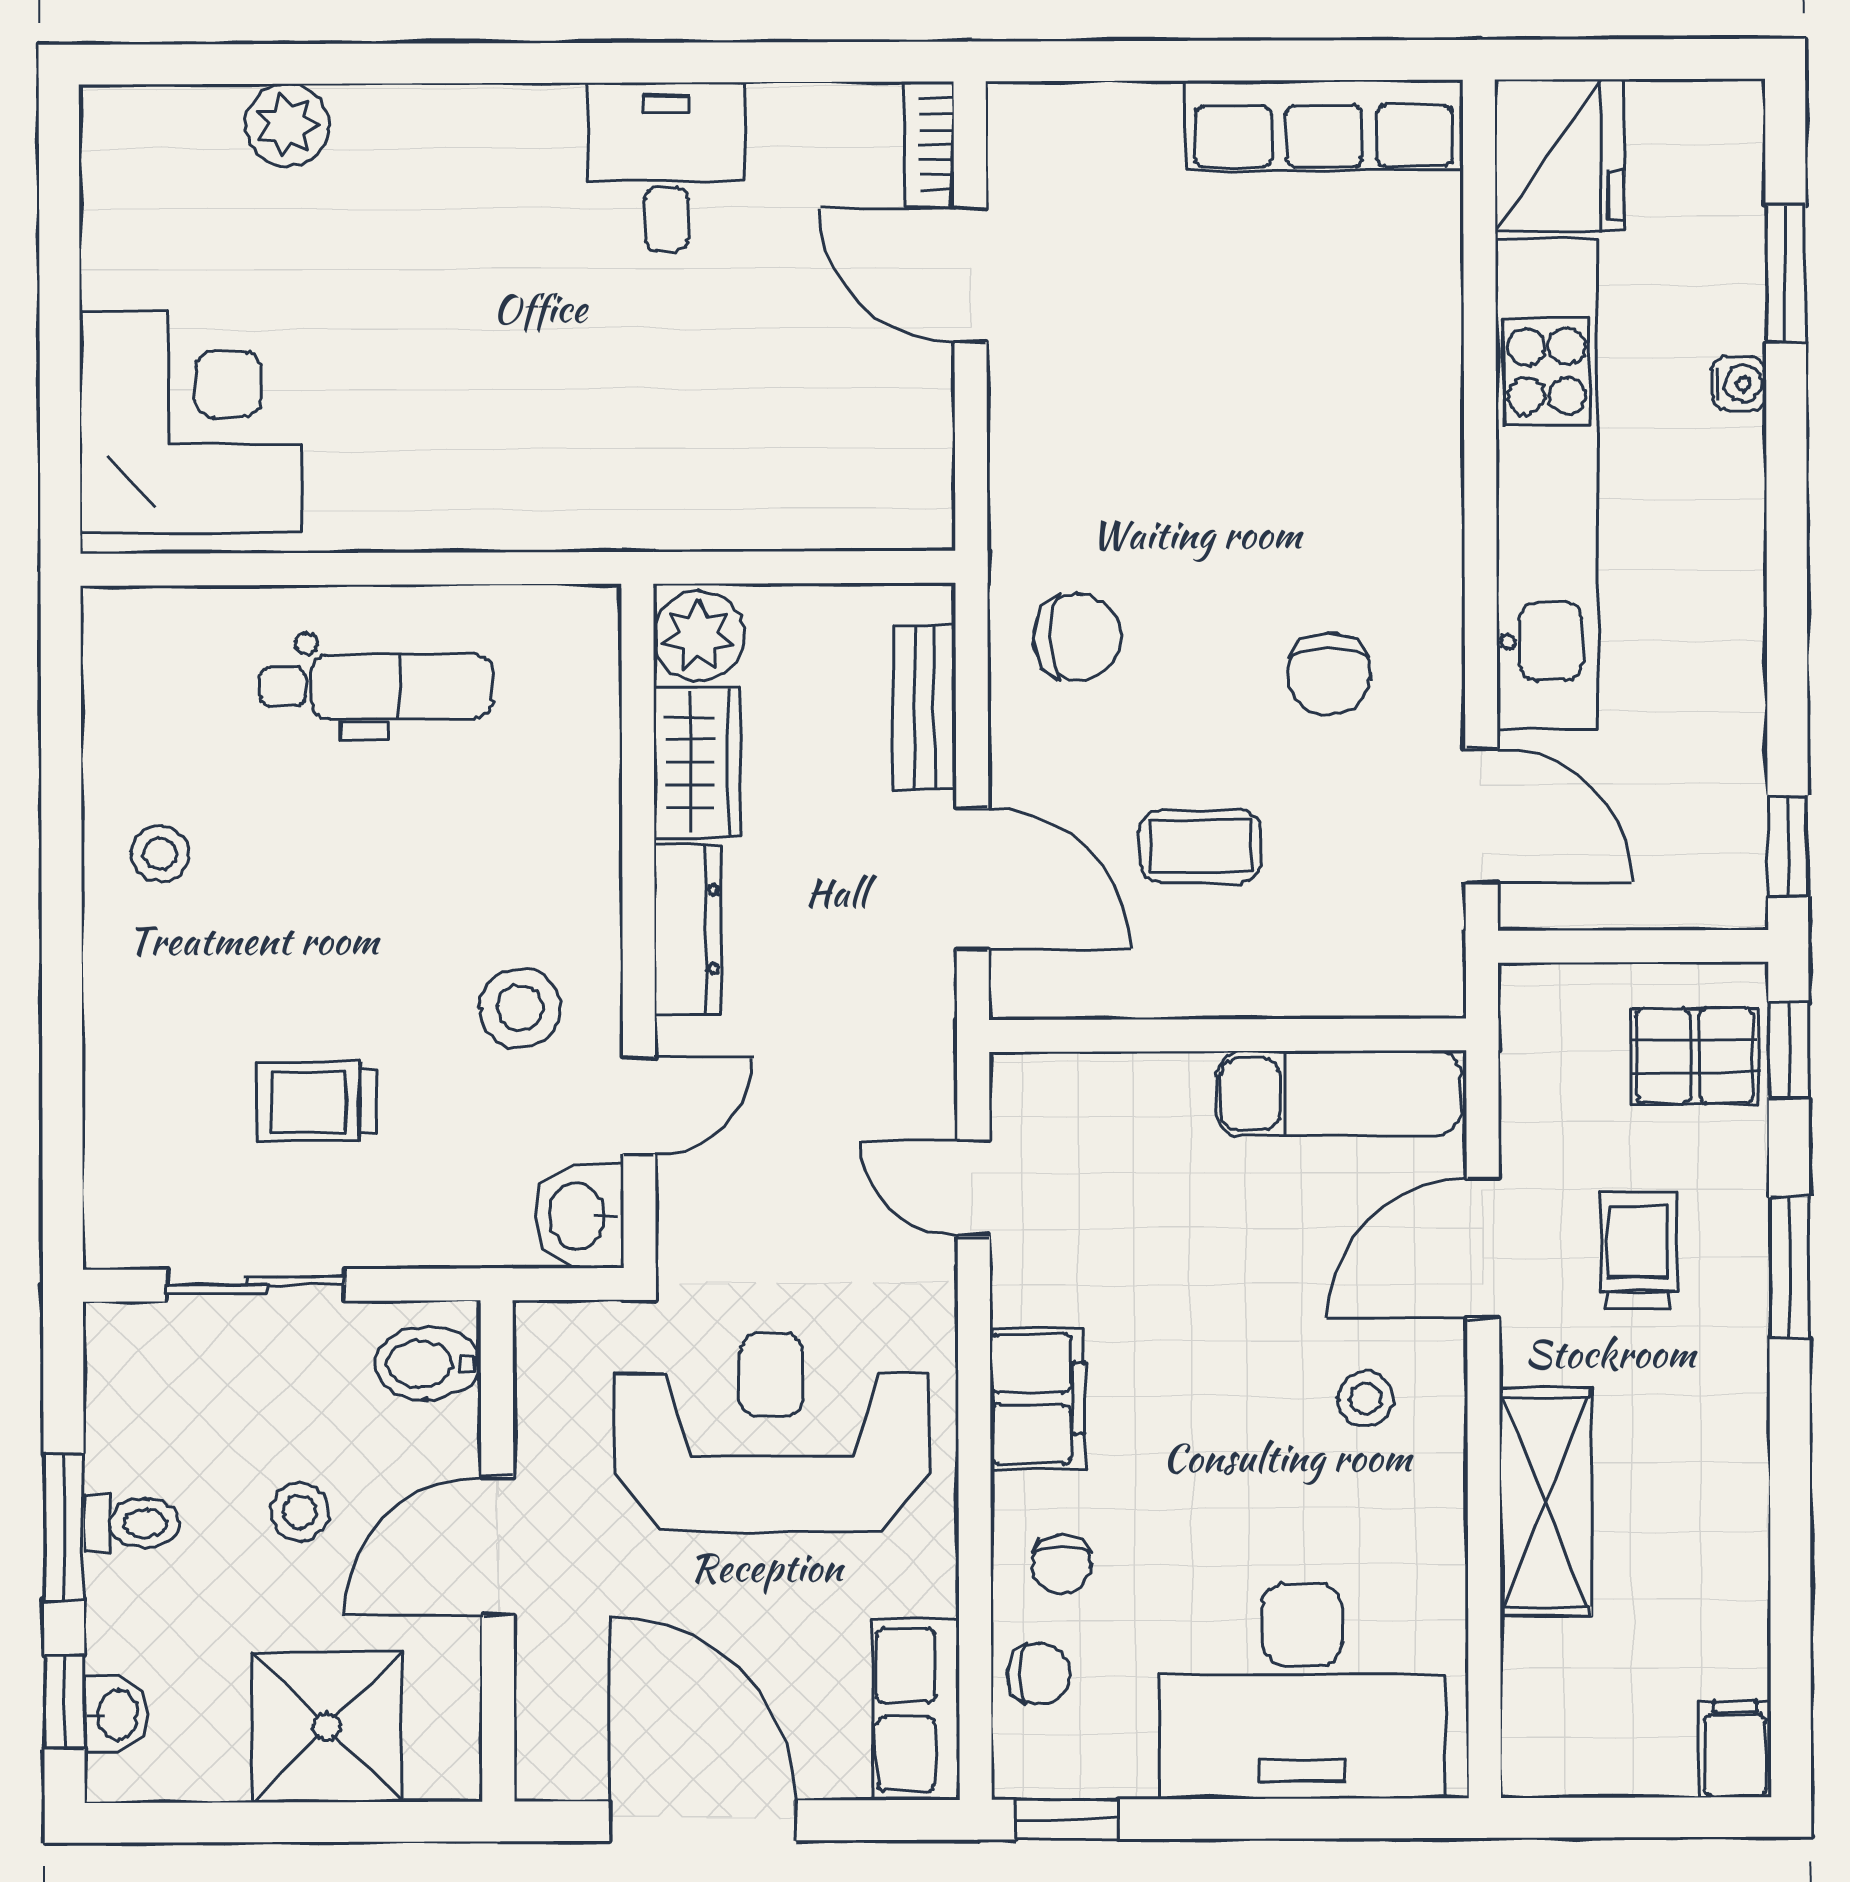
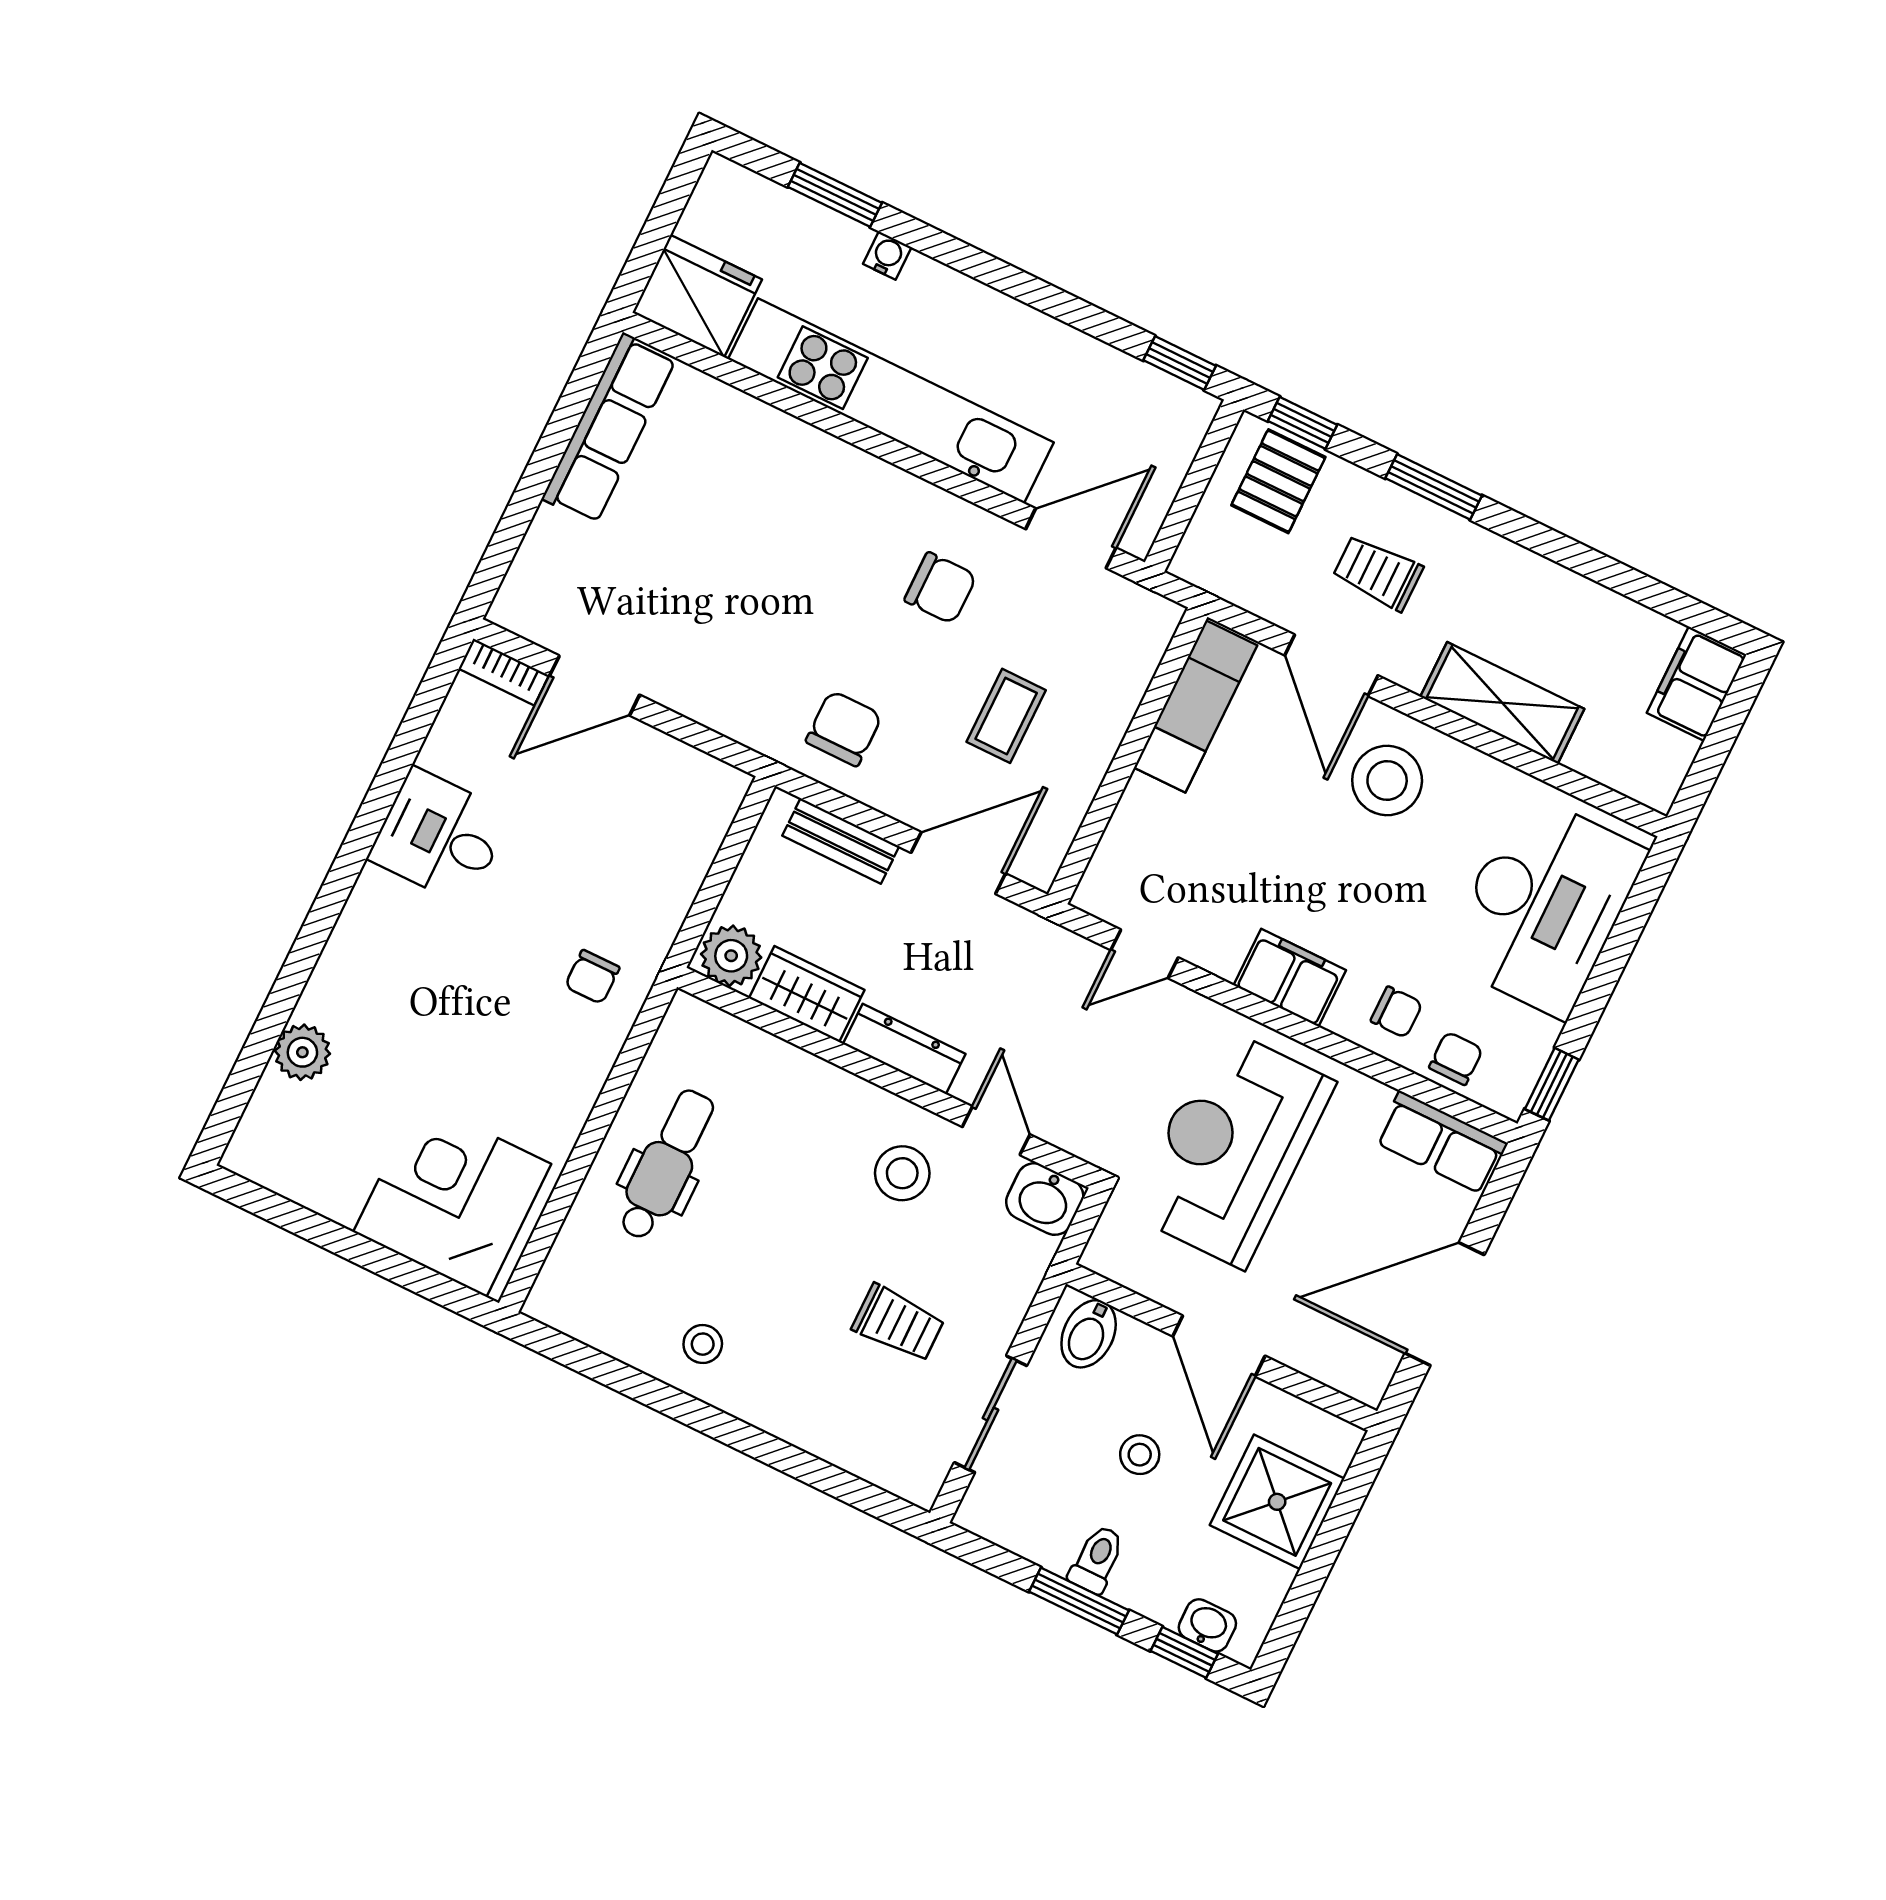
chair: (579, 464) -> (592, 977), added
trolley: (317, 1102) -> (898, 1323), turned -90
stool: (1365, 1399) -> (1387, 781), width x1.89, depth x1.89
filing cabinet: (1735, 1749) -> (1697, 684), width x2.00

